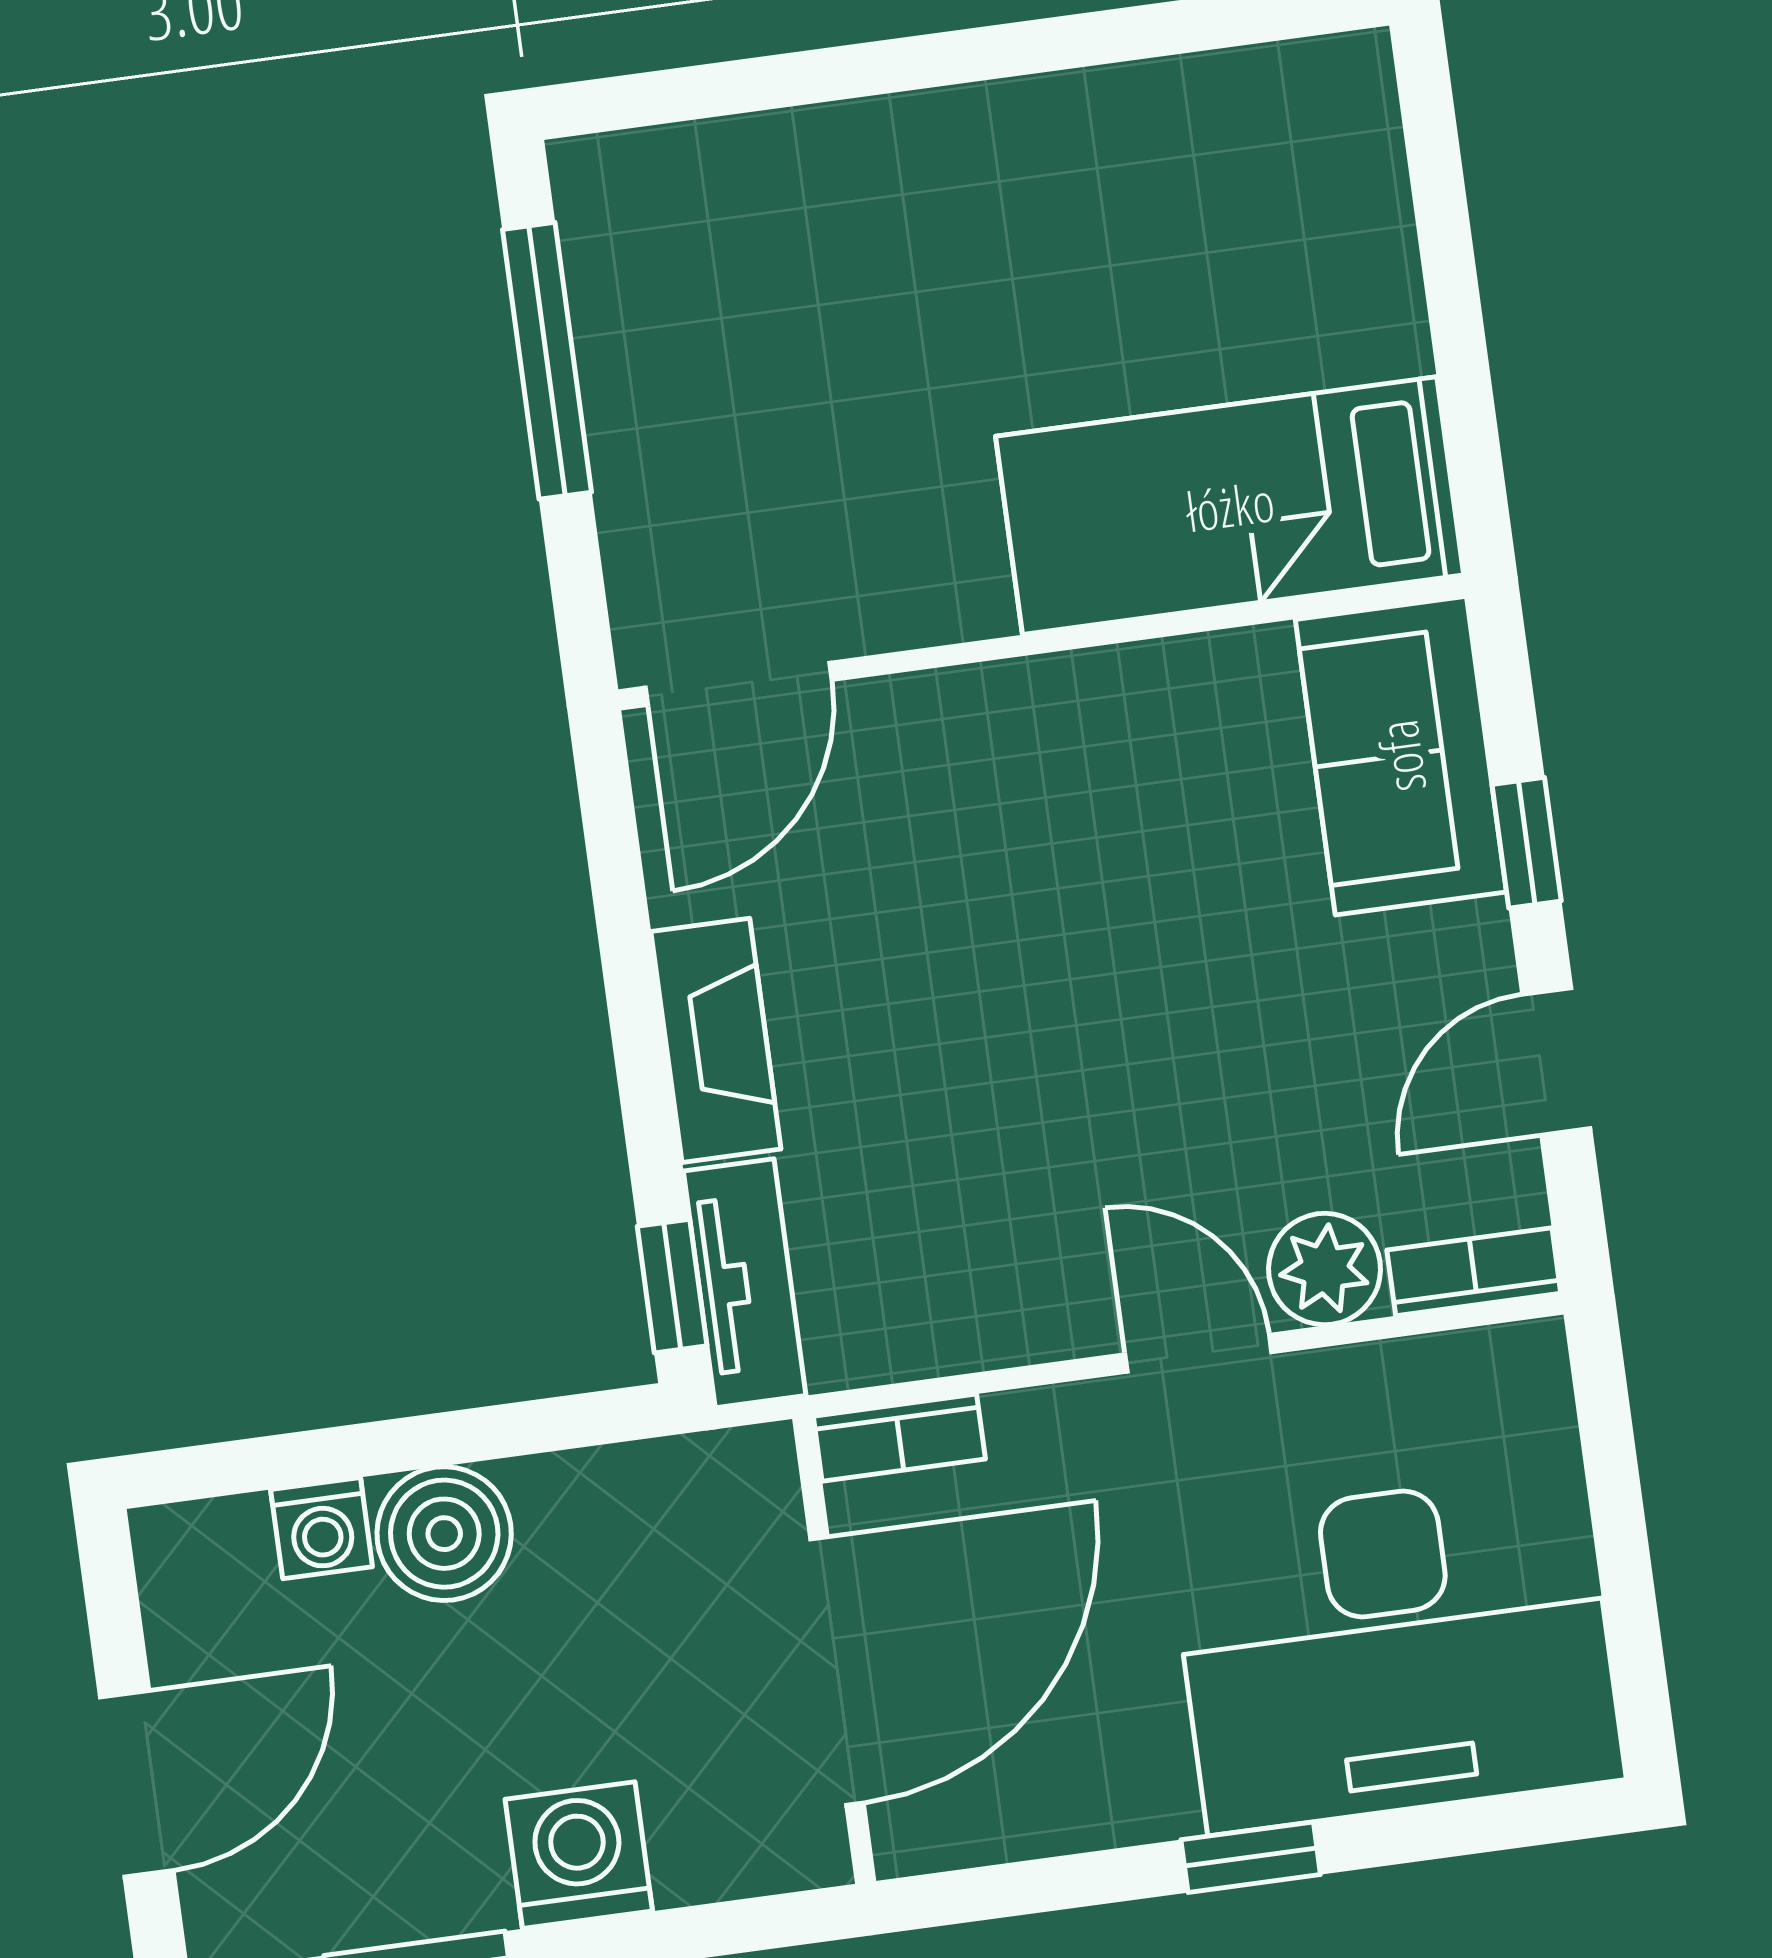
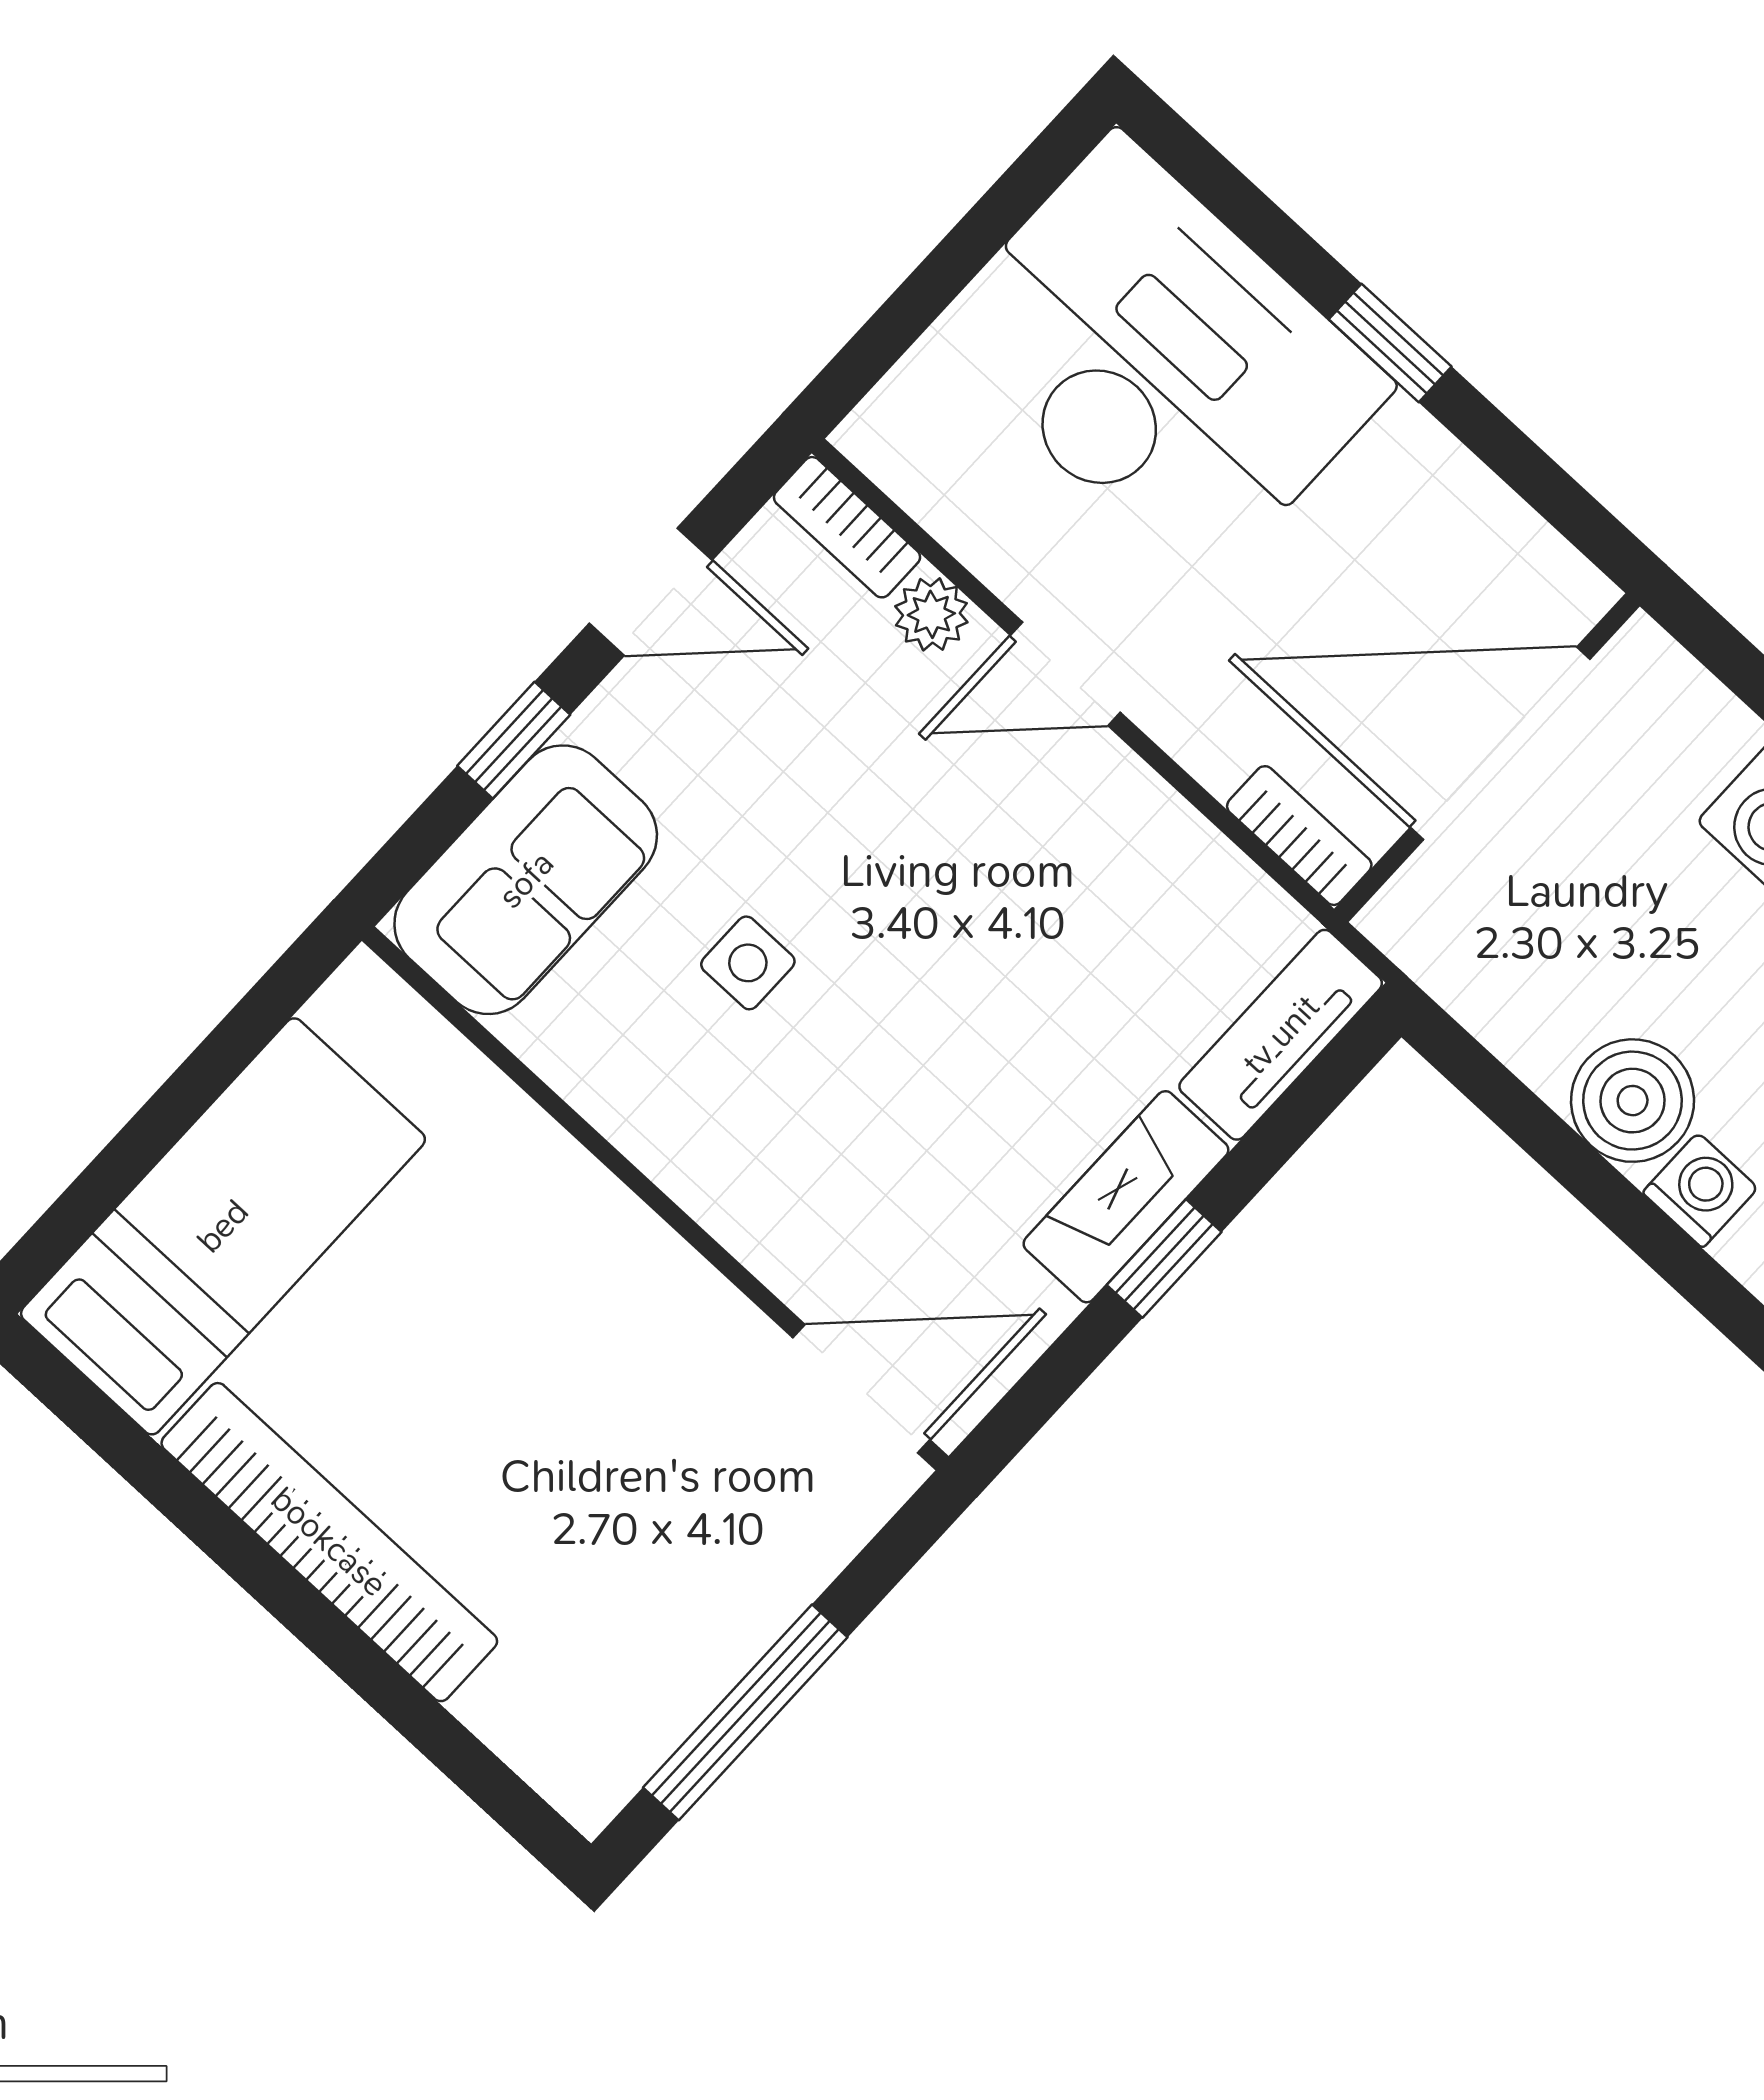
bookcase: (980, 129) -> (329, 1542), added
bed: (1230, 506) -> (223, 1226), moved, turned -90
side table: (1176, 885) -> (748, 963), added
plant: (1325, 1269) -> (931, 614), width x0.73, depth x0.73
window: (672, 1286) -> (1164, 1258), moved
door: (1198, 1353) -> (1065, 674), hinge flipped

